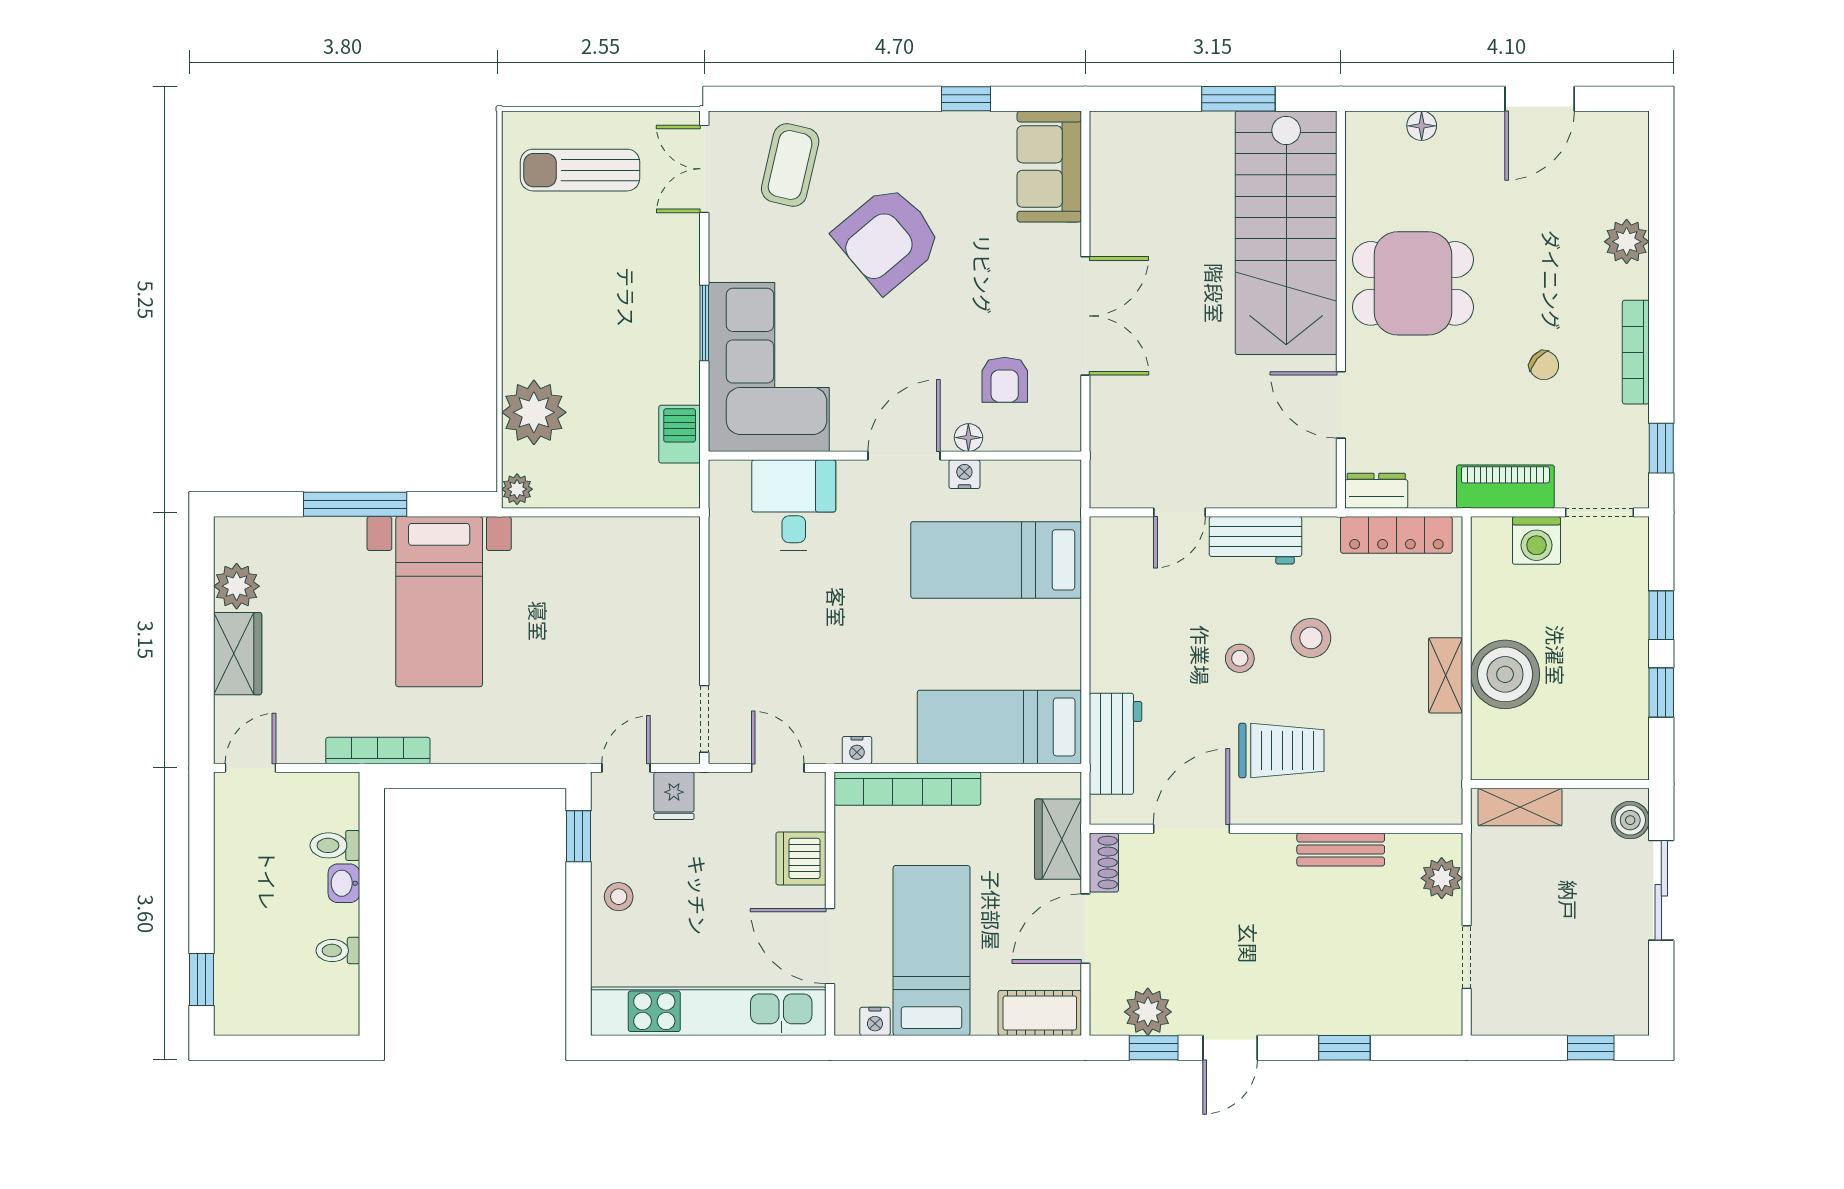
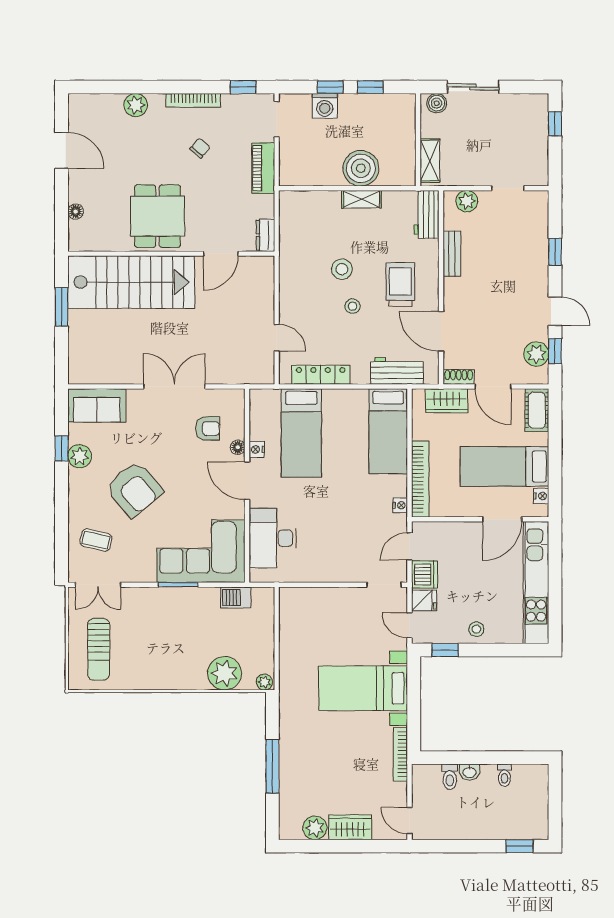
plant: (951, 134) -> (80, 456), added
coffee table: (790, 165) -> (96, 540), width x0.73, depth x0.77
desk: (794, 505) -> (273, 538), width x1.37
locker: (1396, 535) -> (321, 375), moved, turned -90
workbench: (1255, 540) -> (427, 214), moved, turned 180
washing machine: (1536, 540) -> (325, 106), moved, turned 90
bed with nightstands: (439, 602) -> (363, 688), moved, turned 180
dishwasher: (801, 858) -> (425, 574), moved, turned -90

